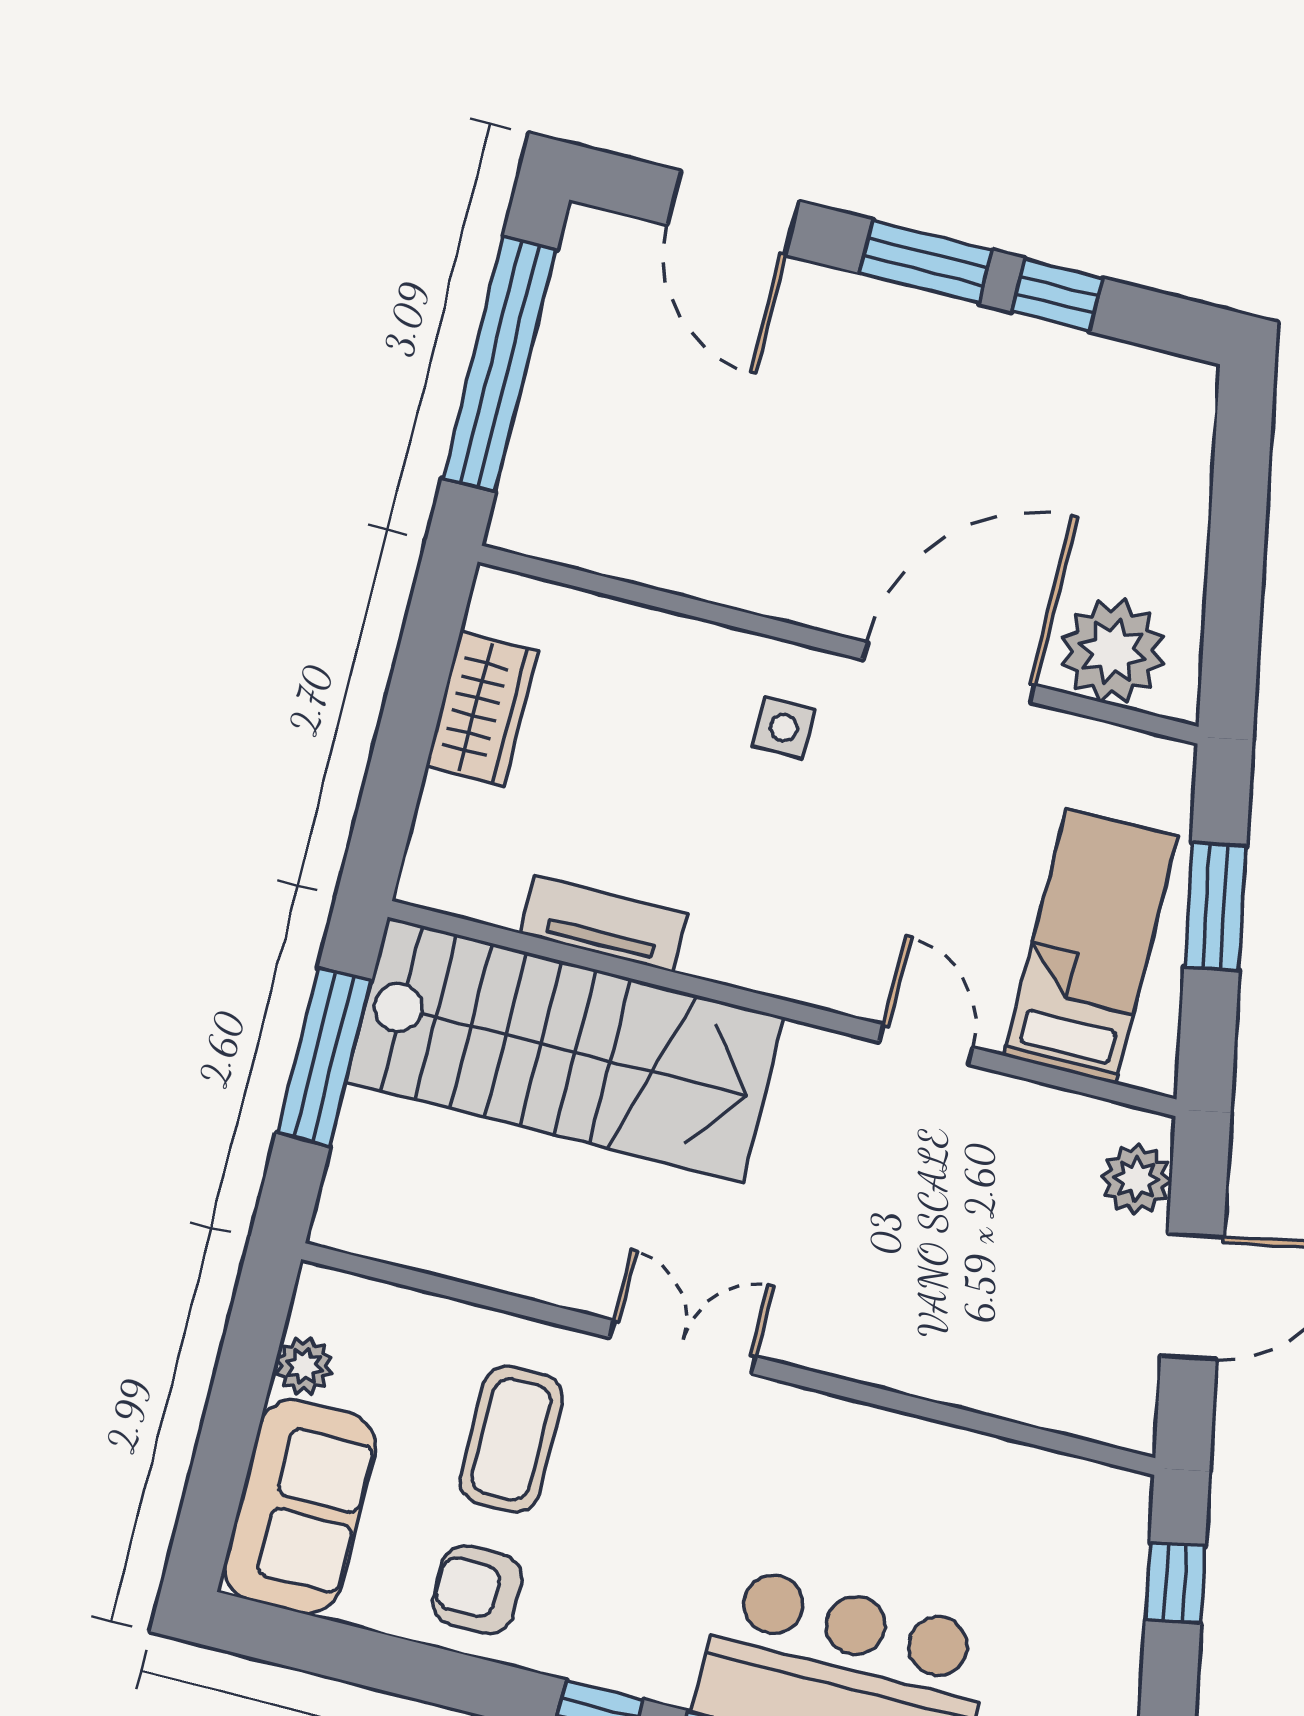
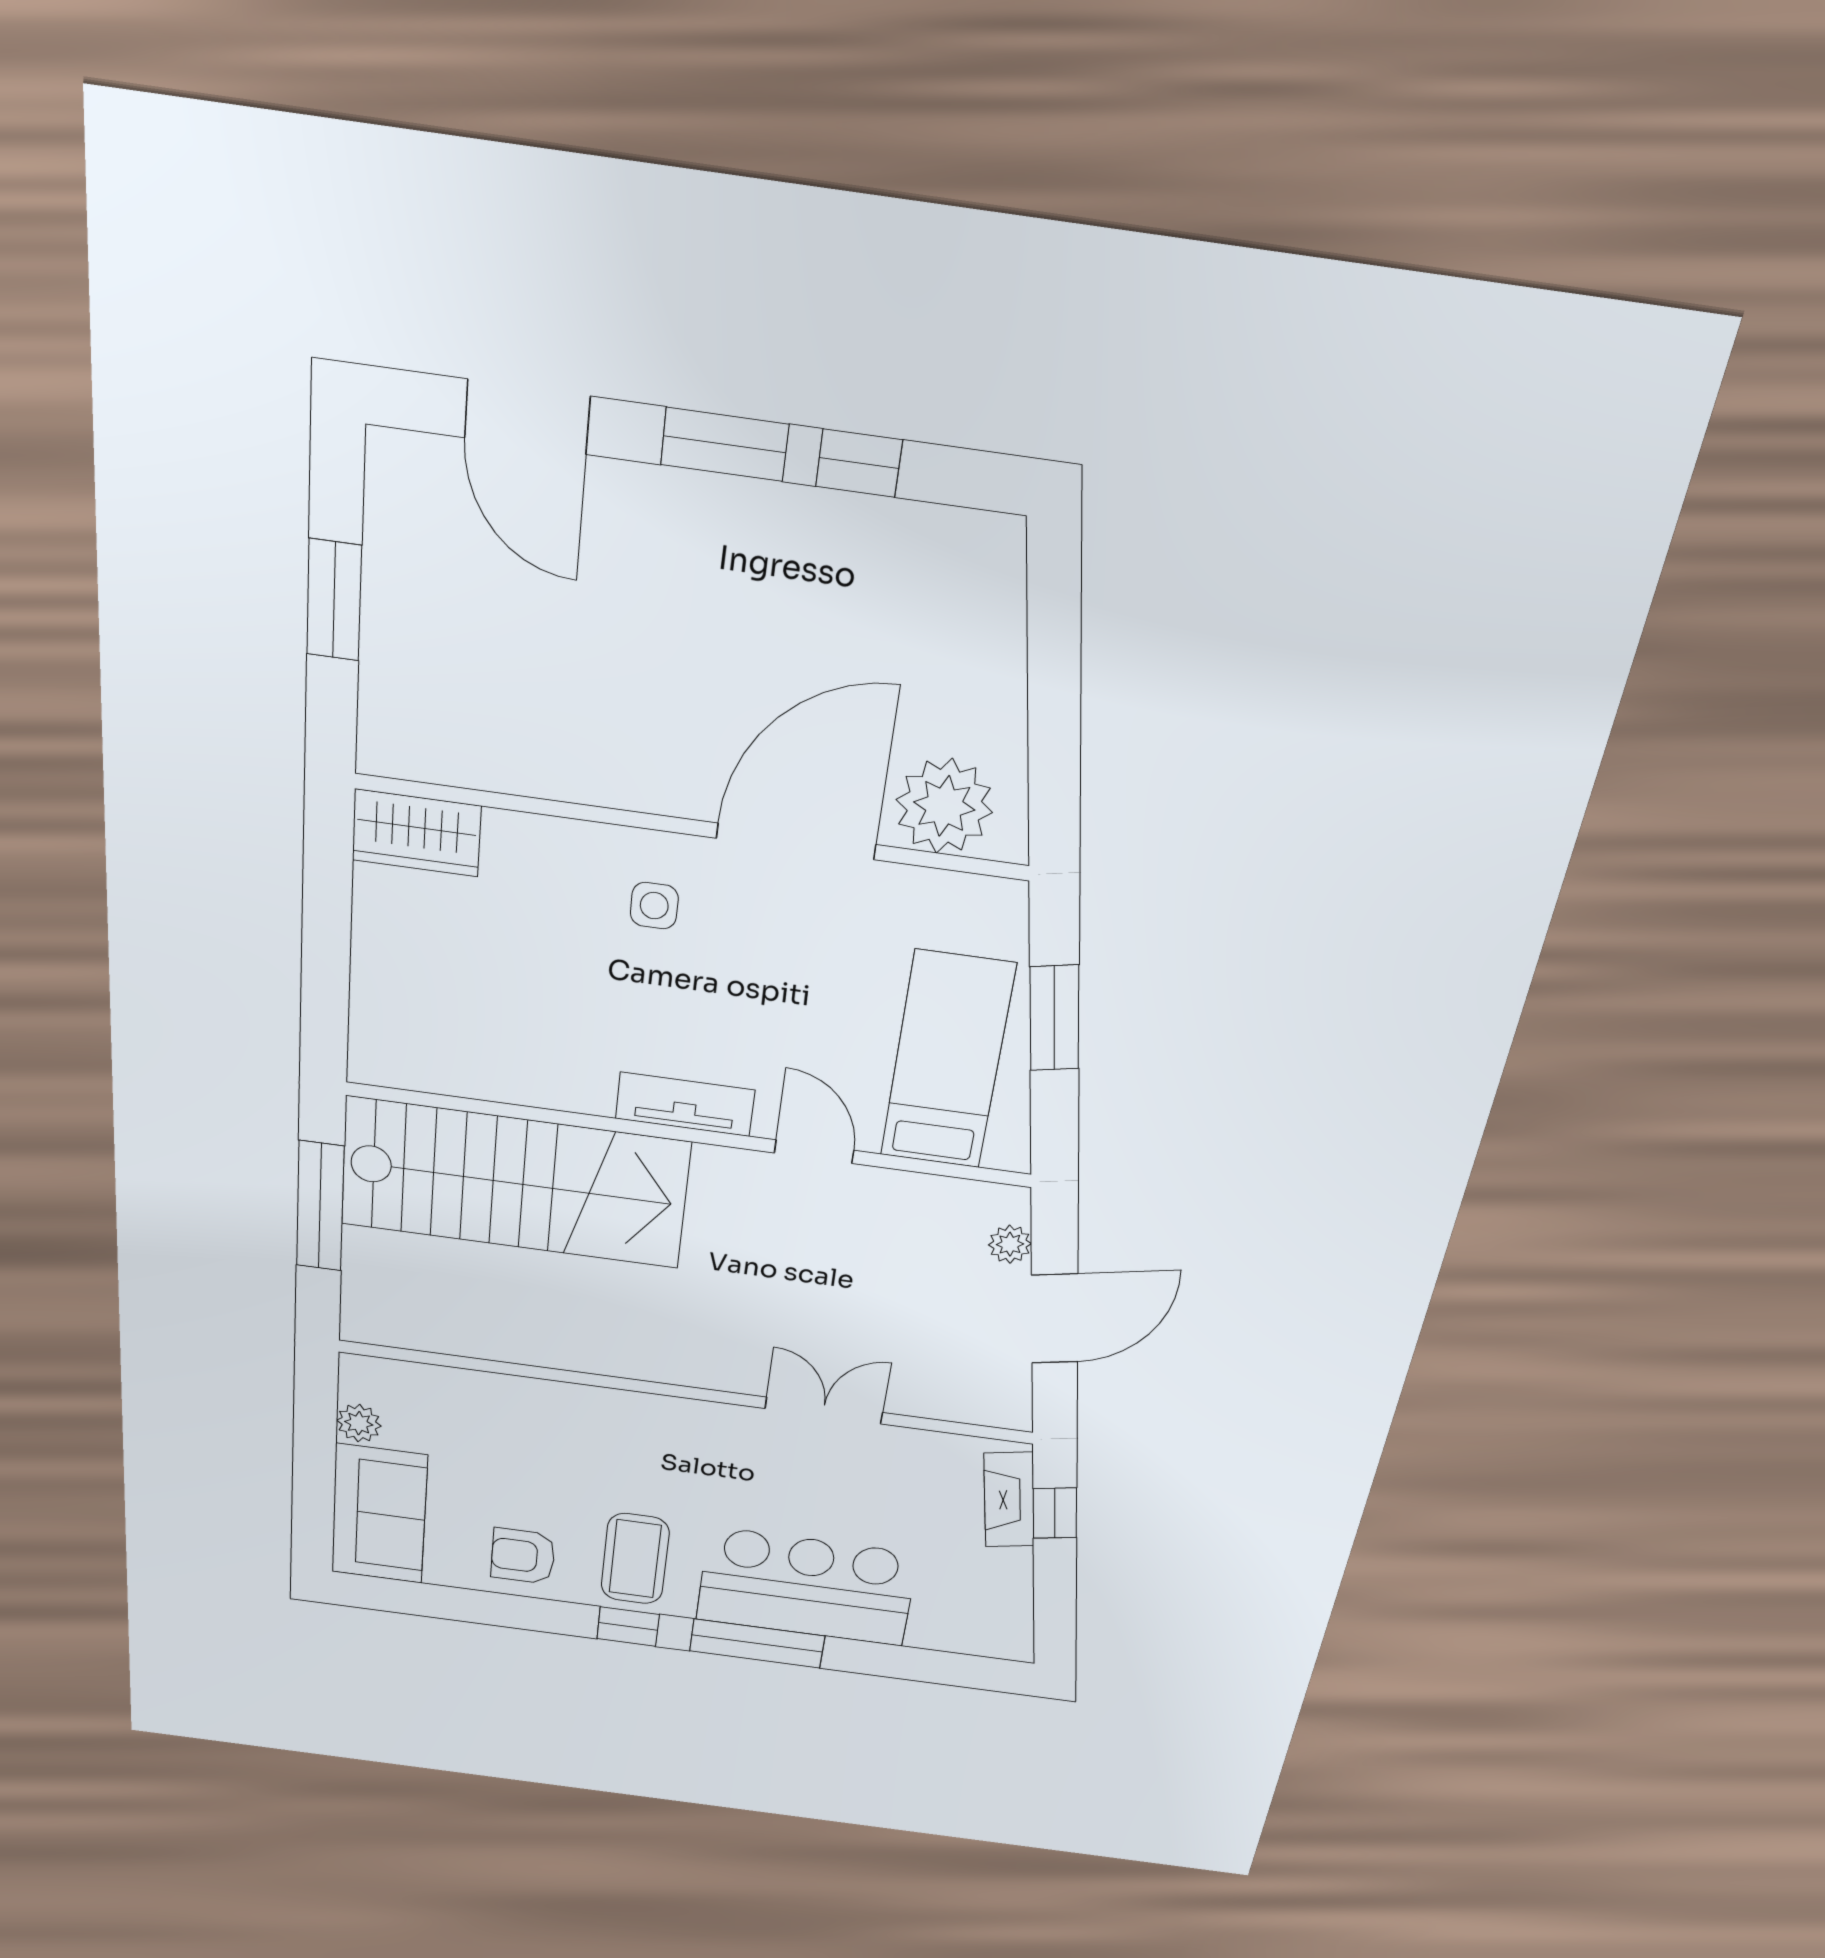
window: (499, 364) -> (334, 600), width x0.47
wardrobe: (482, 708) -> (416, 833), moved, turned 90
tv unit: (604, 924) -> (685, 1104), moved
plant: (1136, 1179) -> (1010, 1244), width x0.73, depth x0.73
double door: (682, 1347) -> (824, 1410), moved
coffee table: (511, 1439) -> (635, 1559), moved
fireplace: (1119, 1557) -> (1009, 1500), added

